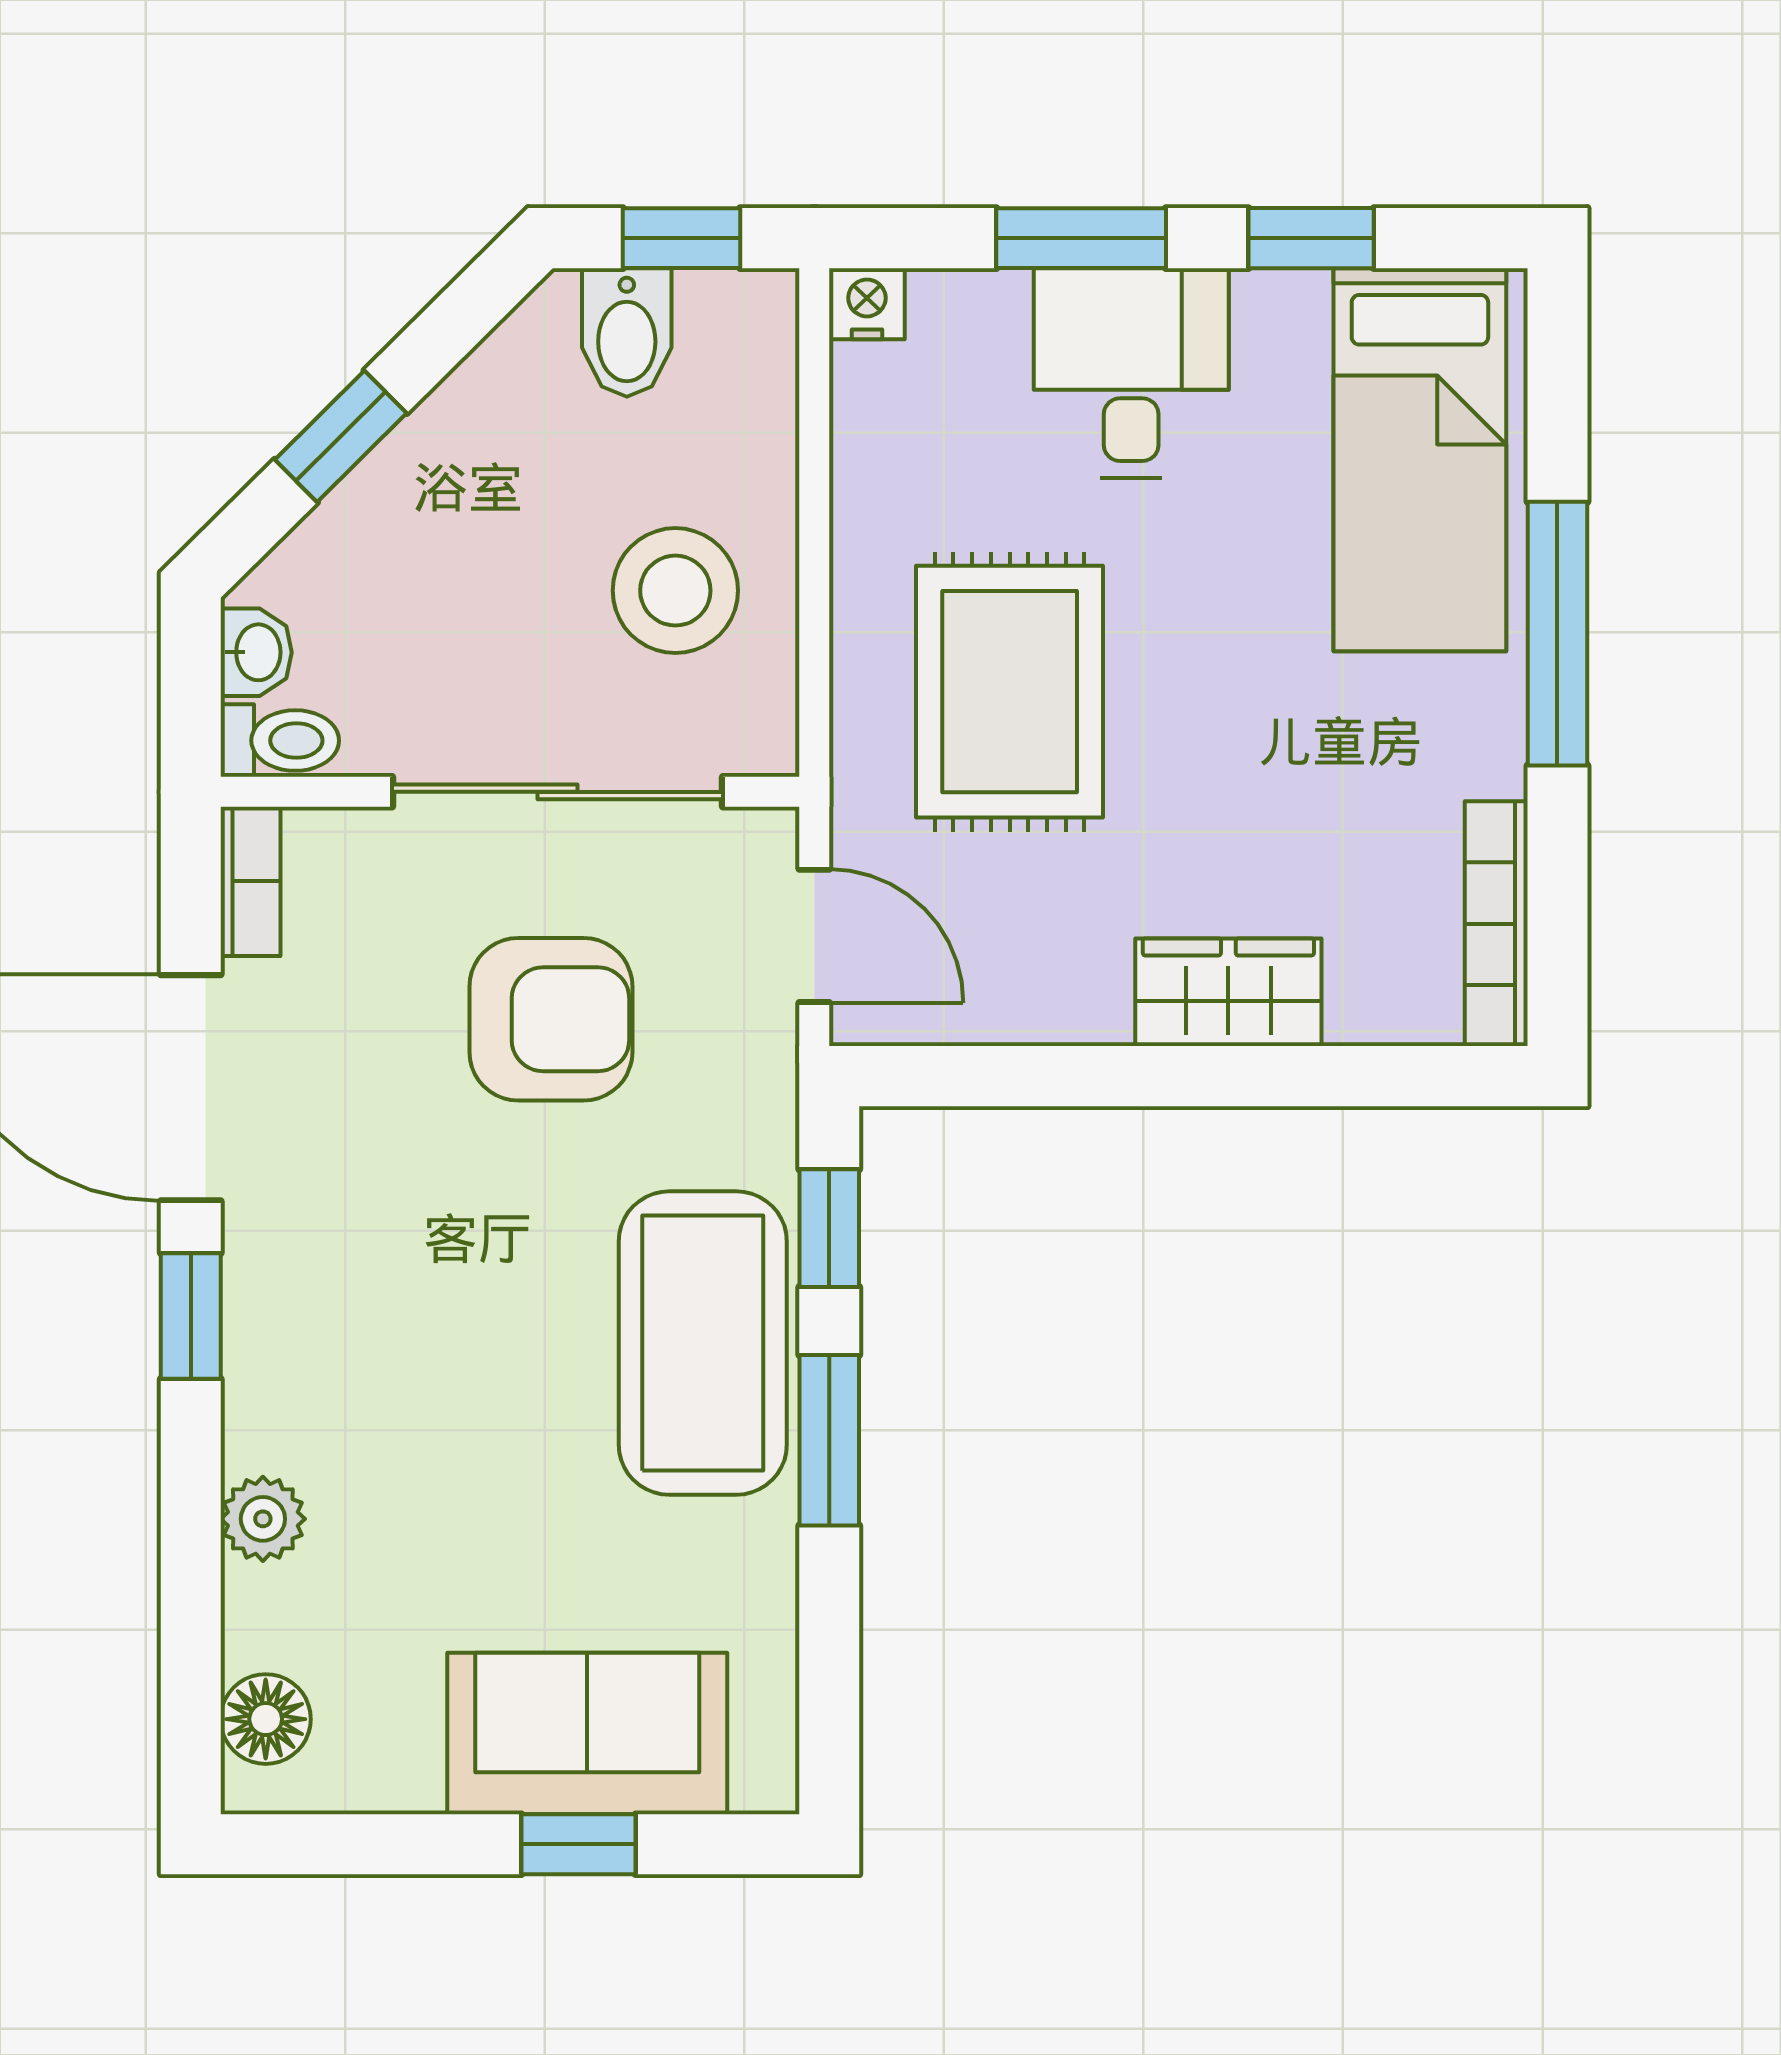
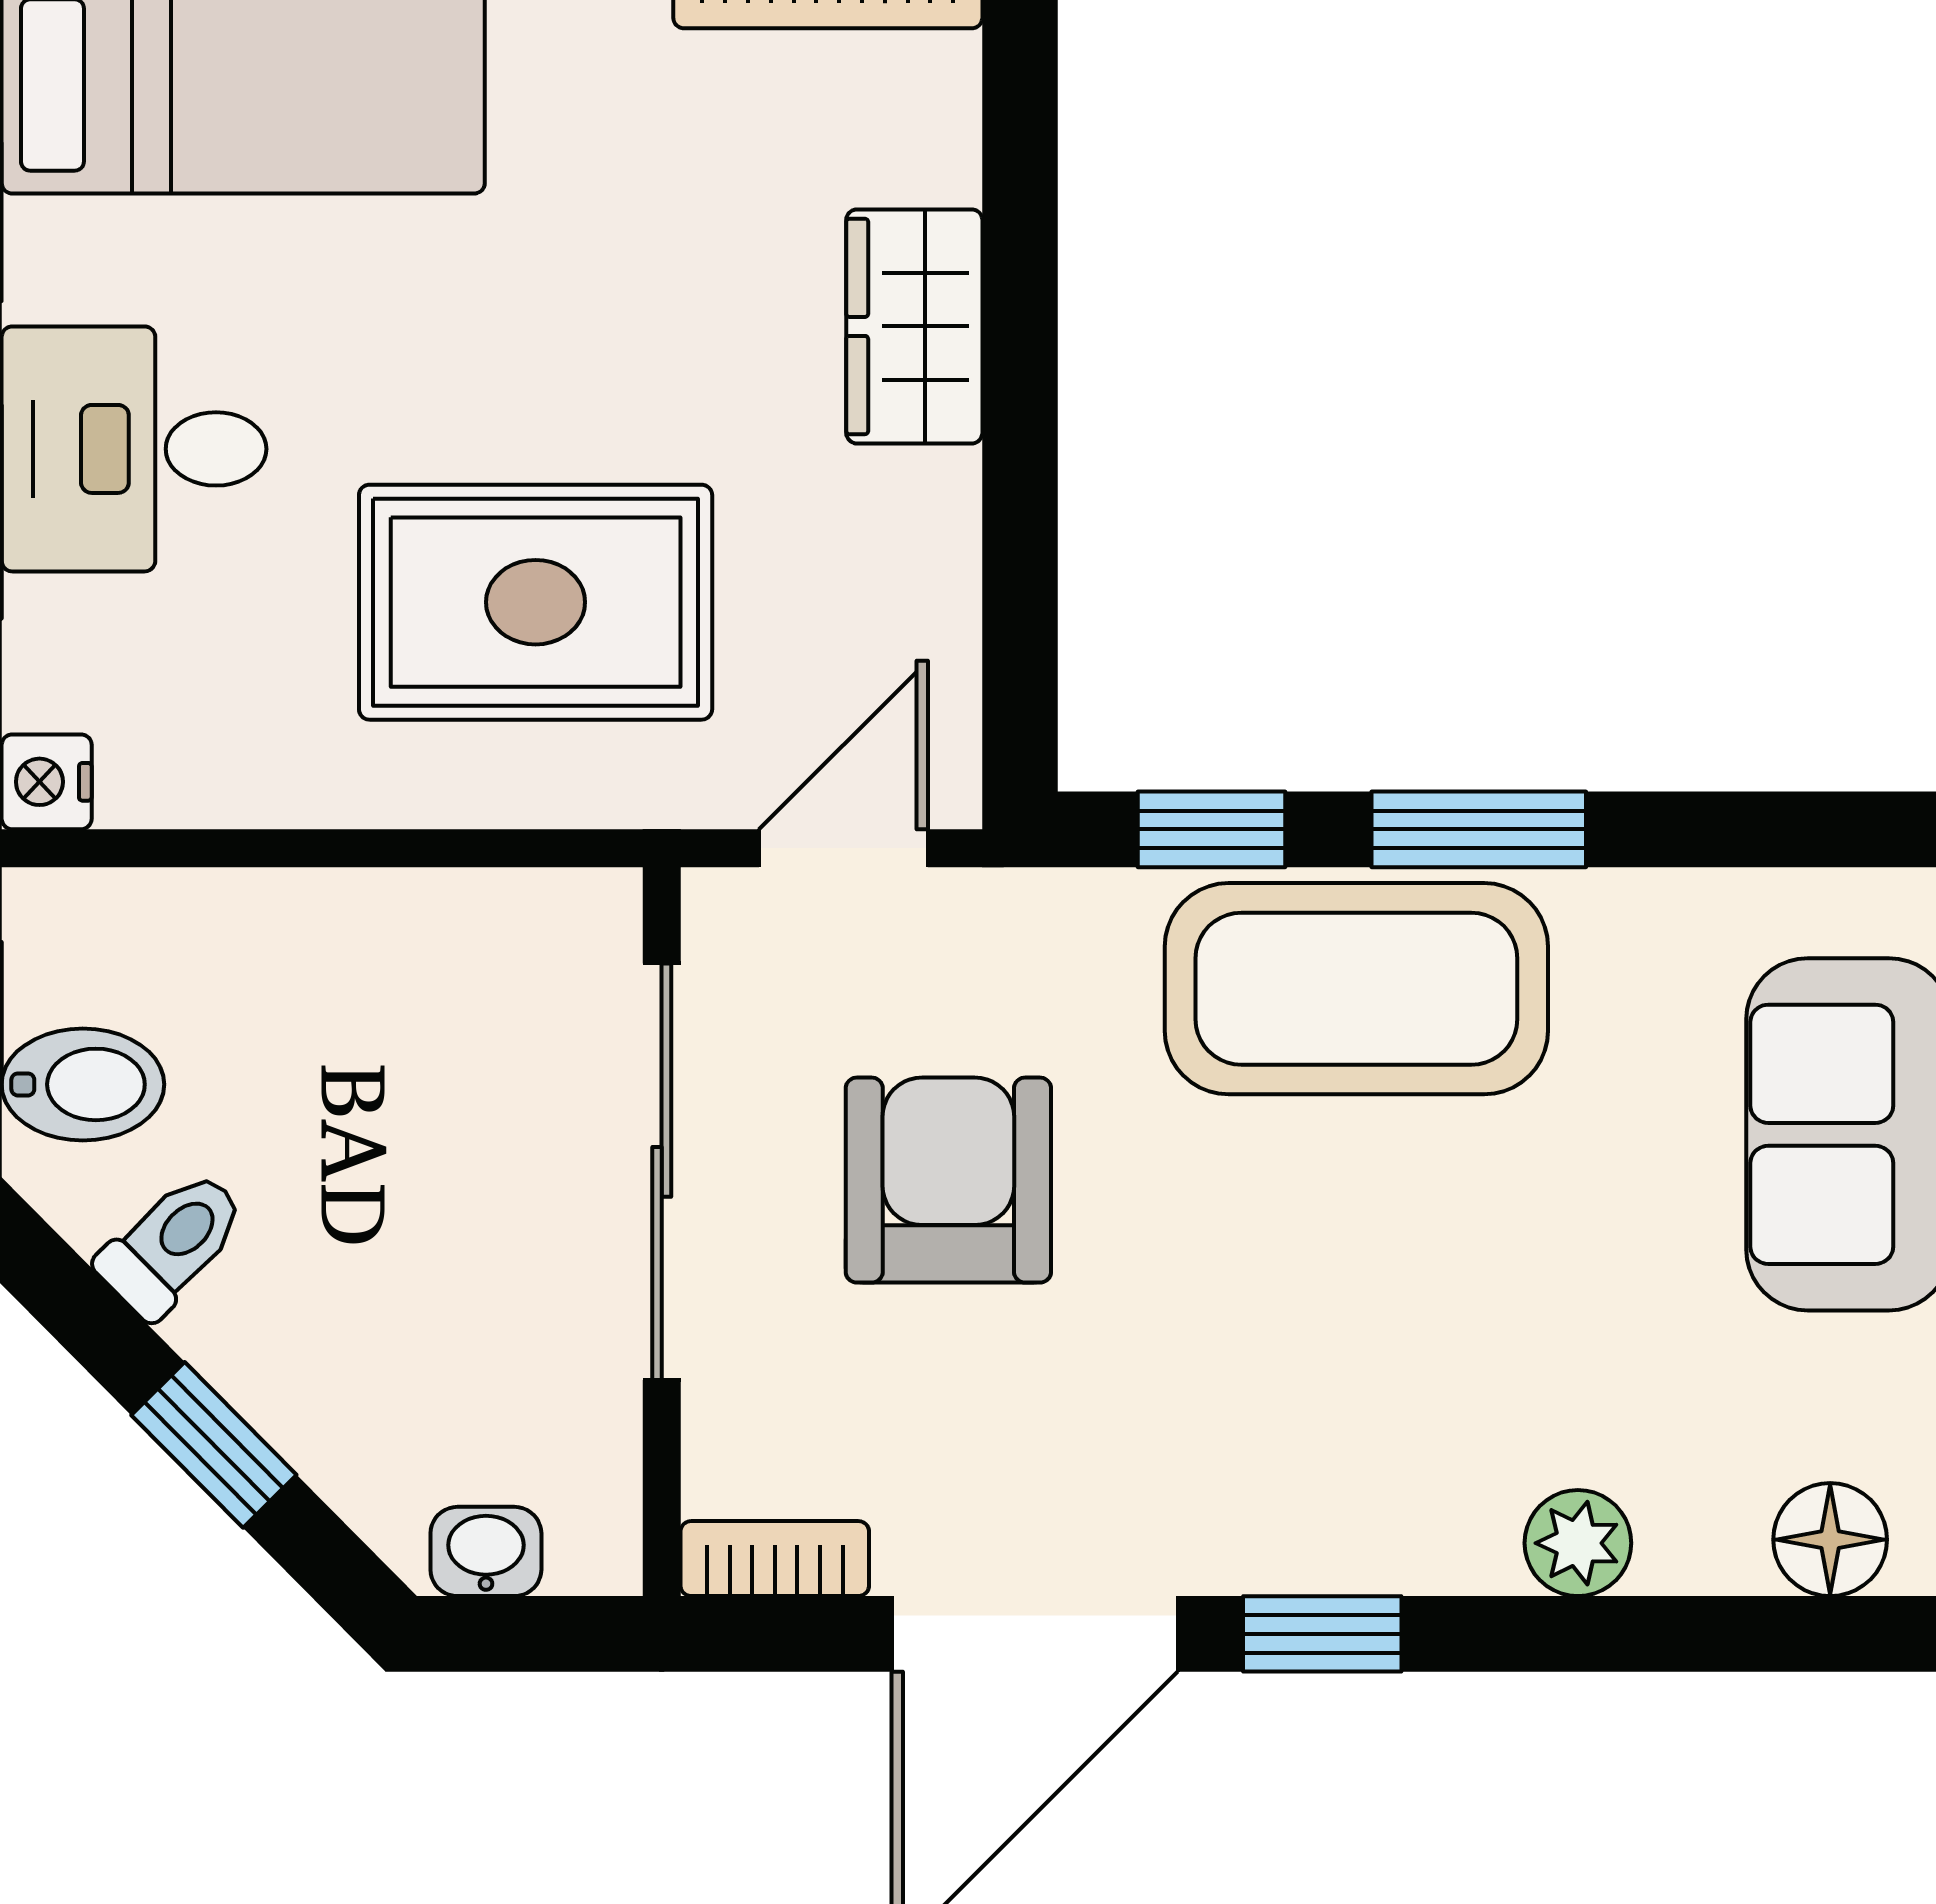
stool: (675, 591) -> (408, 1023), removed
toilet: (280, 741) -> (172, 1244), moved, turned 45

